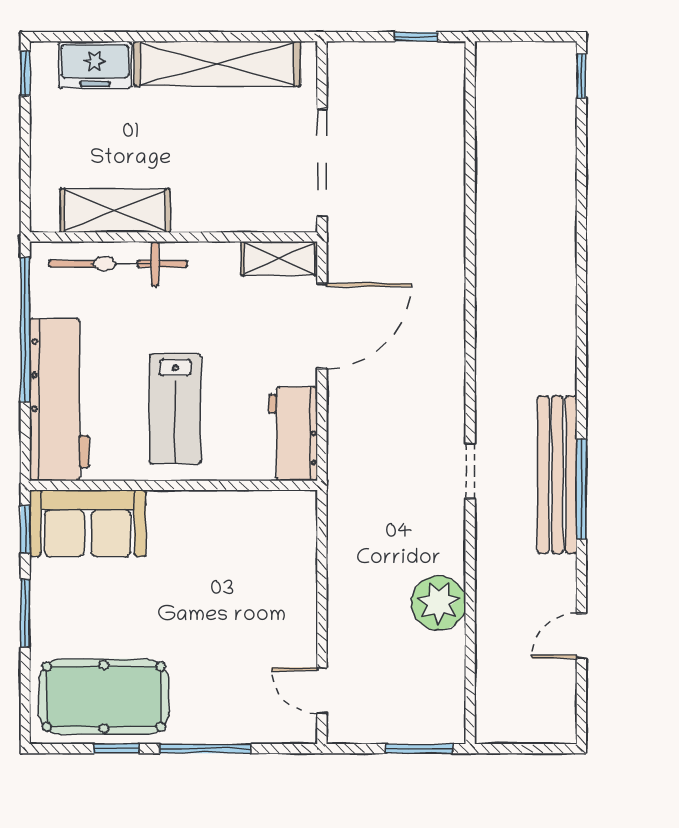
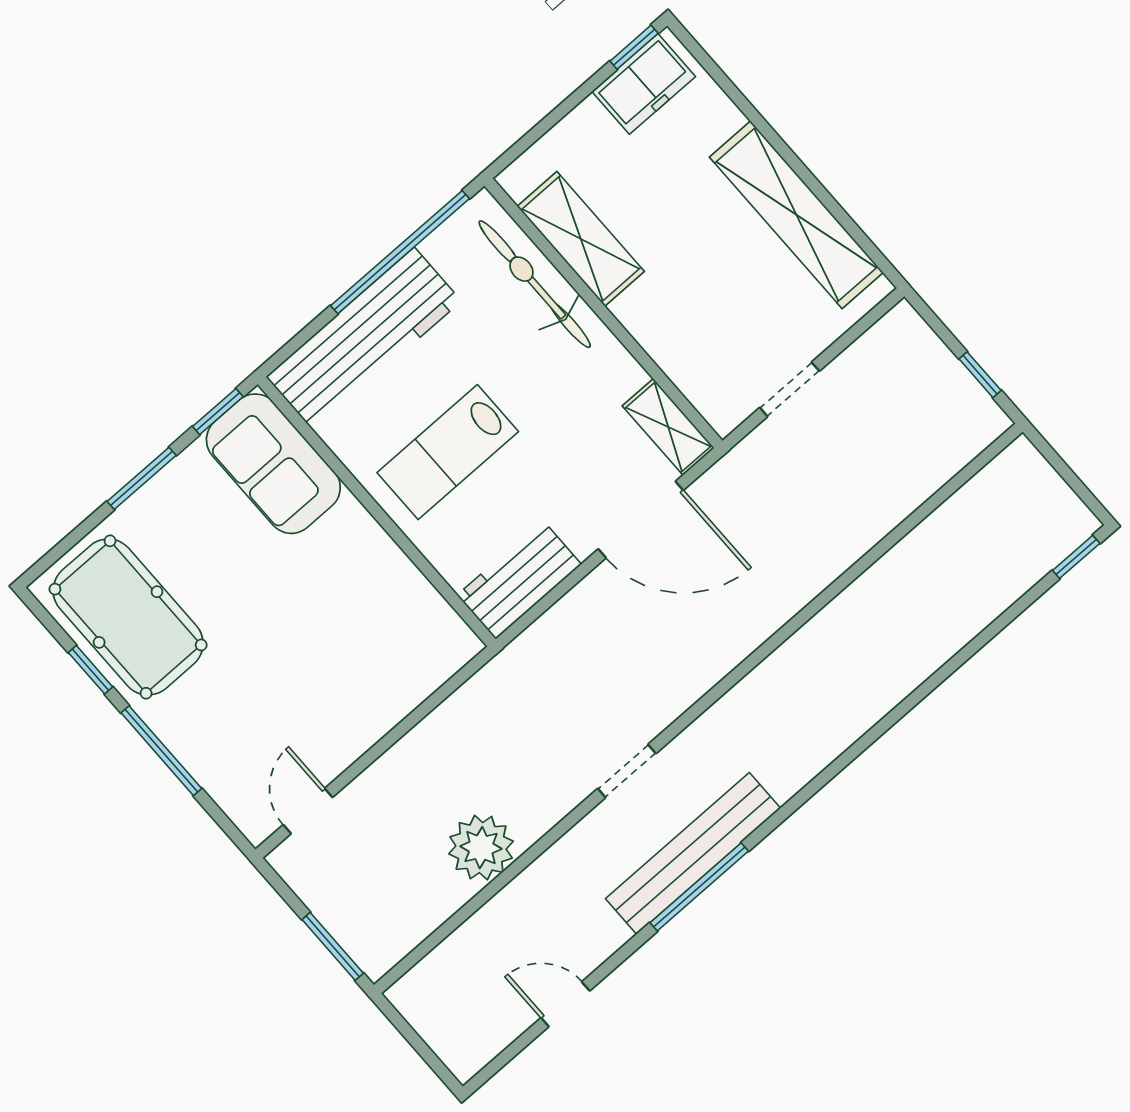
freezer: (95, 65) -> (644, 84), moved, turned -90
doorway: (322, 163) -> (790, 389), width x0.53

